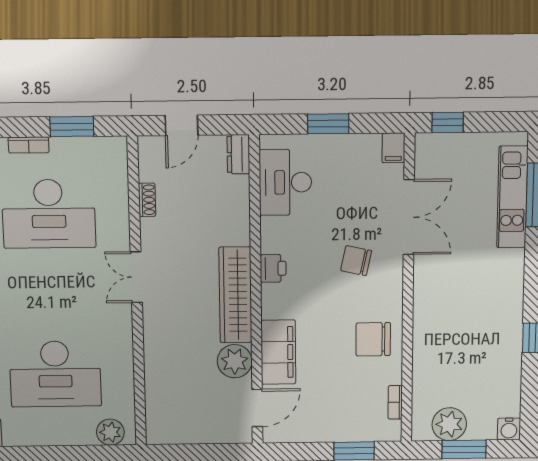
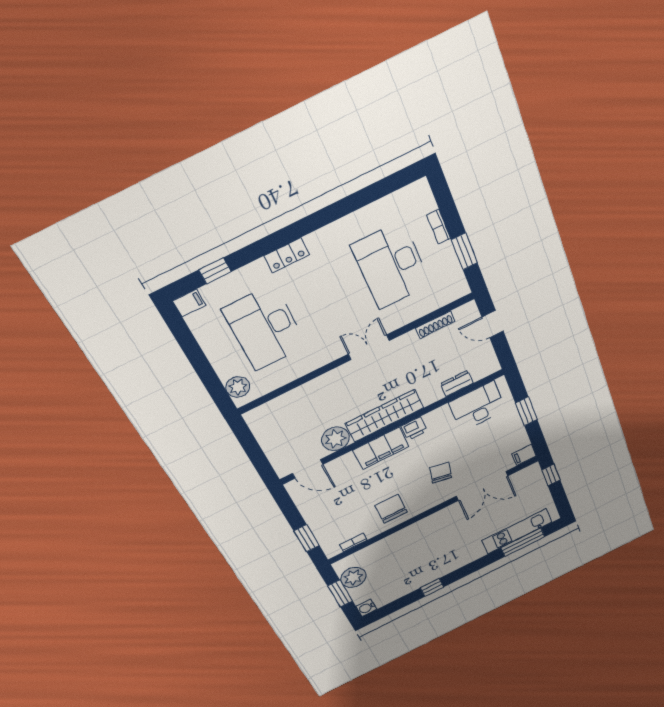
dresser: (238, 154) -> (457, 383), moved
shoe rack: (147, 200) -> (435, 325), width x1.43
filing cabinet: (278, 352) -> (381, 448), moved

